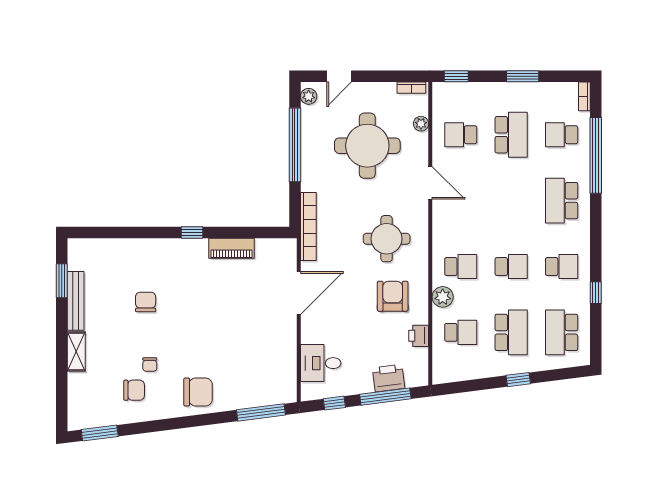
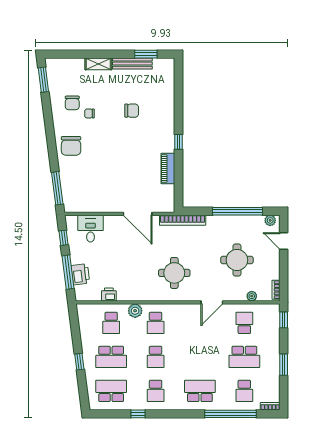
school desk: (562, 135) -> (244, 391), turned 180
round table: (367, 146) -> (237, 260), width x0.73, depth x0.73
armchair: (393, 296) -> (136, 277), removed

